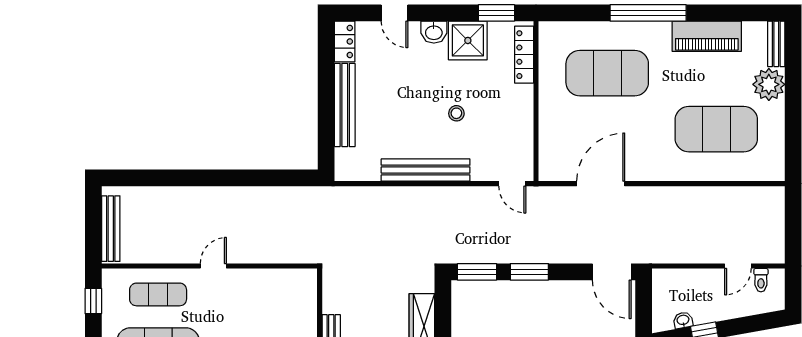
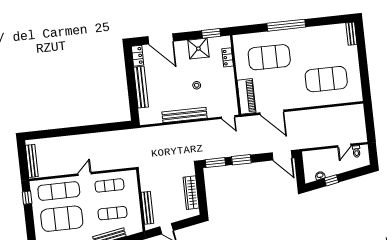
door: (394, 13) -> (161, 39), width x1.88
washbasin: (434, 32) -> (181, 46), removed
piano: (707, 36) -> (247, 96), moved, turned -90
locker: (524, 55) -> (228, 57), width x0.66
plant: (769, 84) -> (350, 54), removed
door: (601, 184) -> (272, 112), swing flipped
exercise mat: (158, 294) -> (59, 191), width x1.36, depth x1.45
exercise mat: (261, 294) -> (109, 185), added

